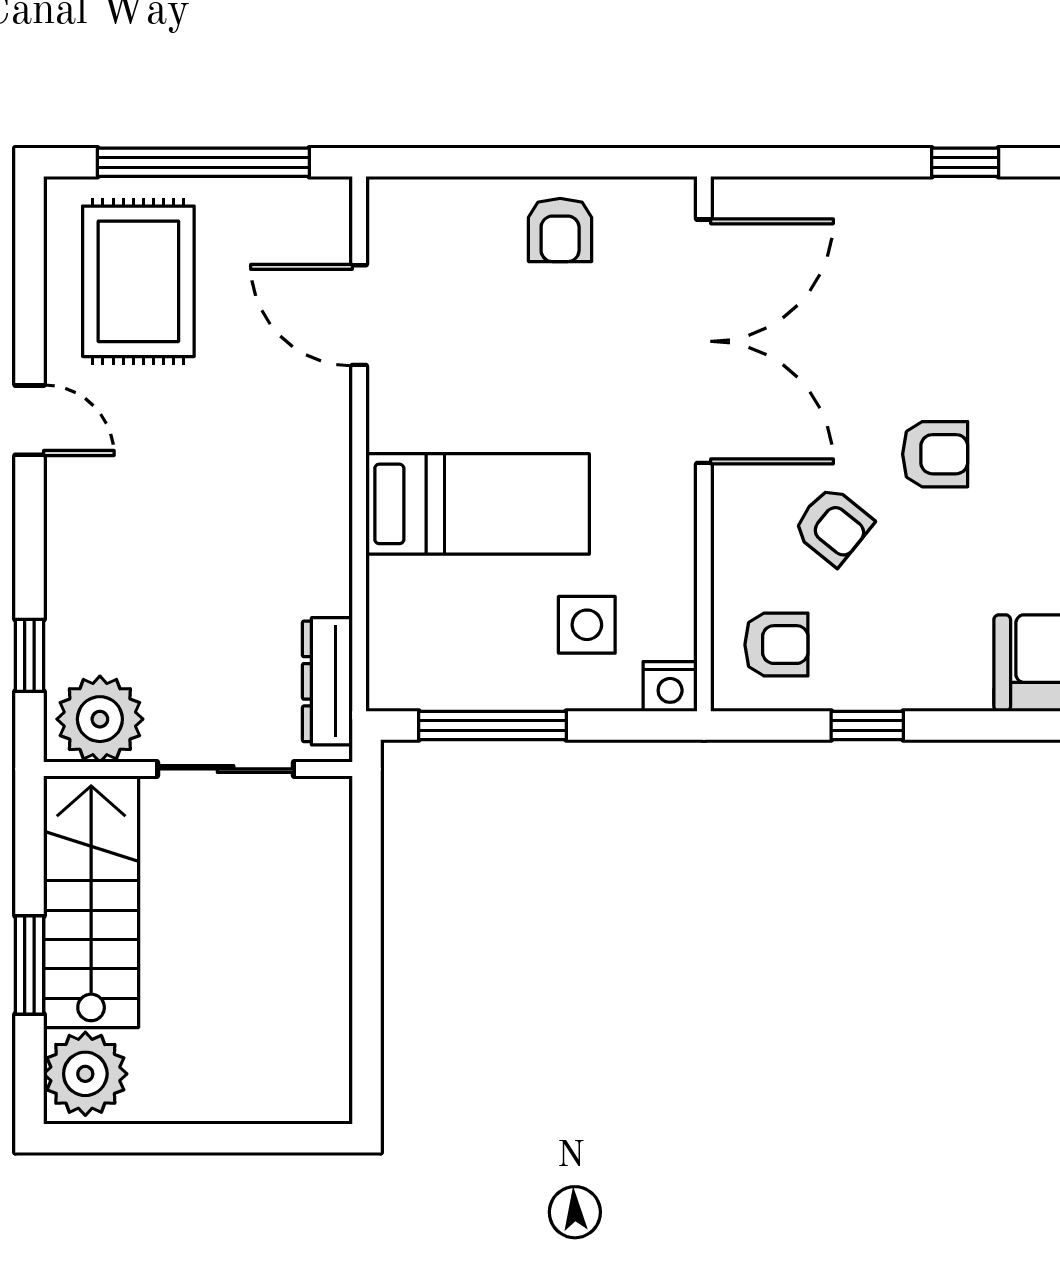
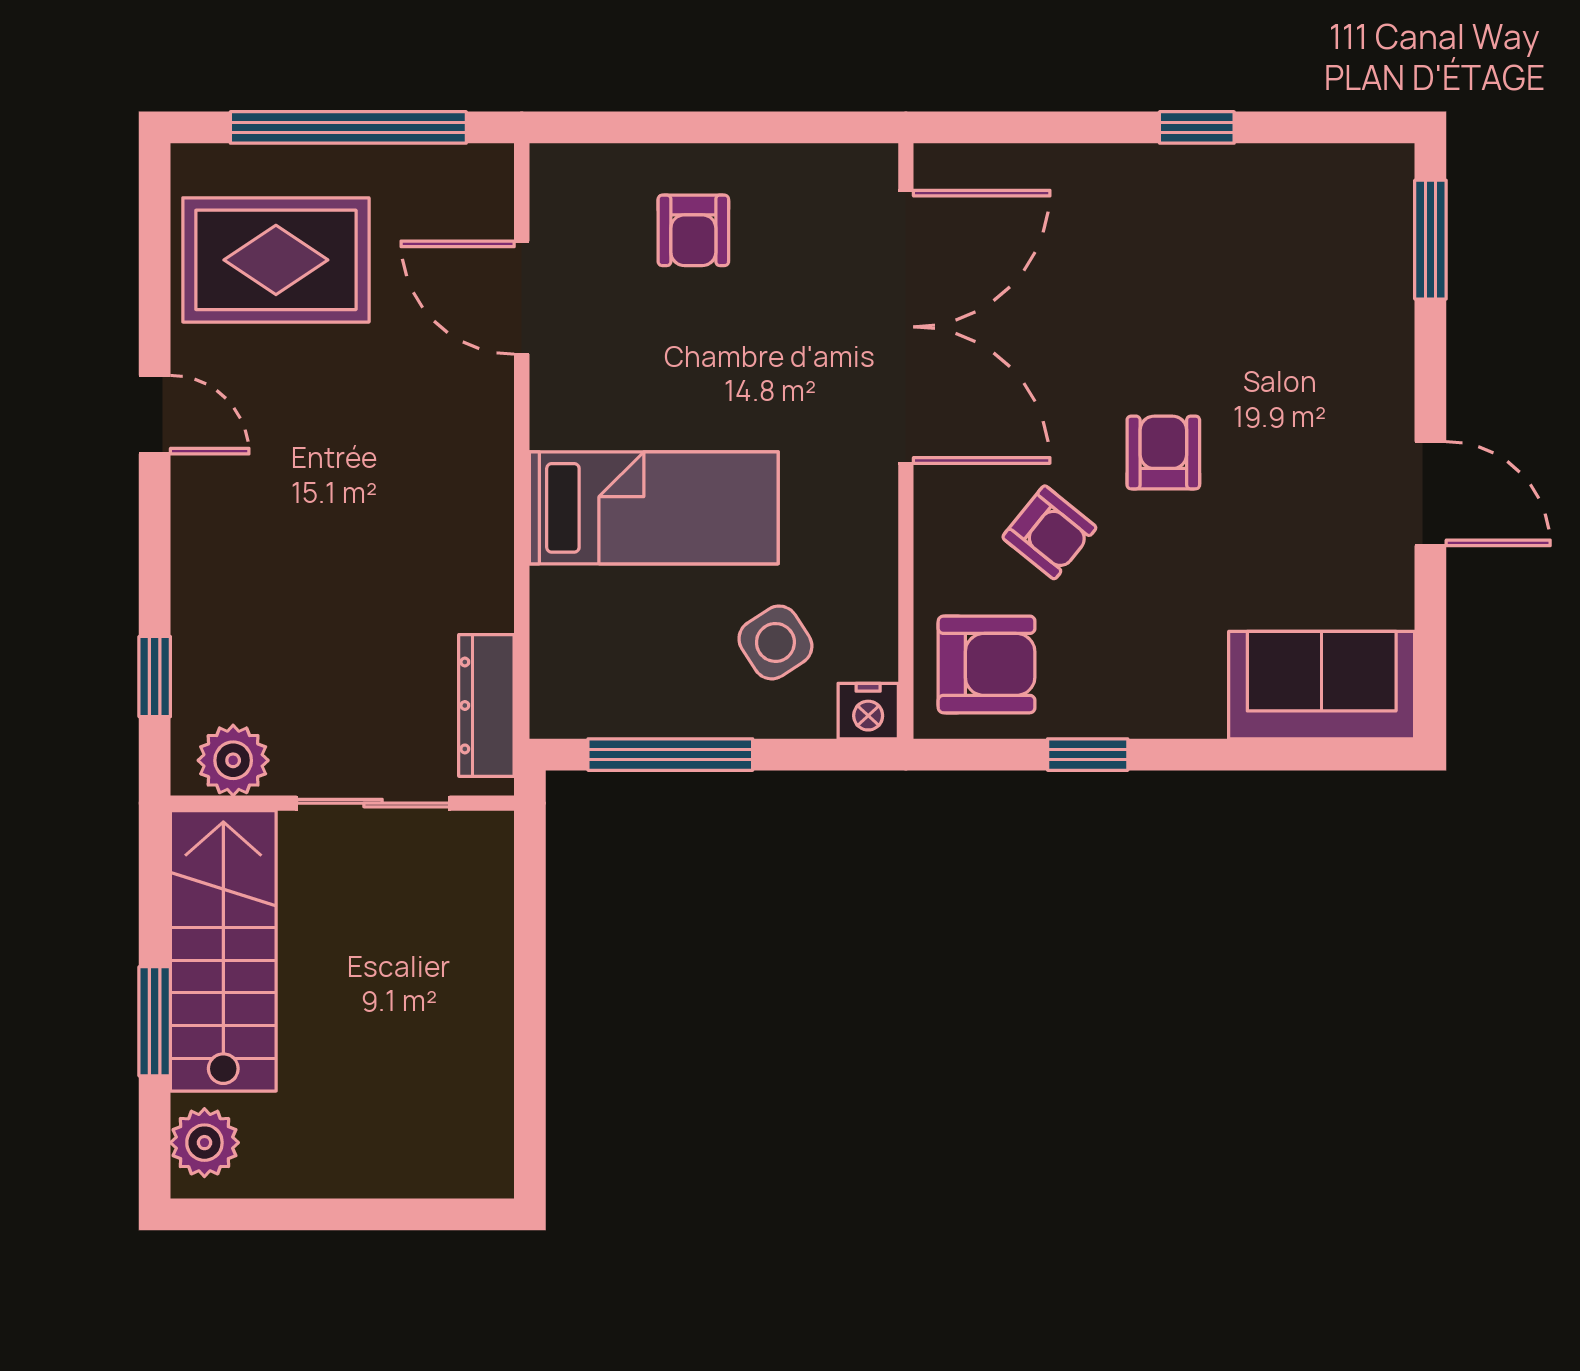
armchair: (560, 230) -> (693, 230), moved
rug: (138, 281) -> (276, 260), turned 90
armchair: (935, 454) -> (1163, 452), turned -90
side table: (587, 625) -> (775, 642), turned -33
armchair: (776, 645) -> (987, 664), width x1.38, depth x1.38
plant: (100, 719) -> (233, 760), width x0.73, depth x0.73
plant: (85, 1074) -> (204, 1143), width x0.73, depth x0.73

